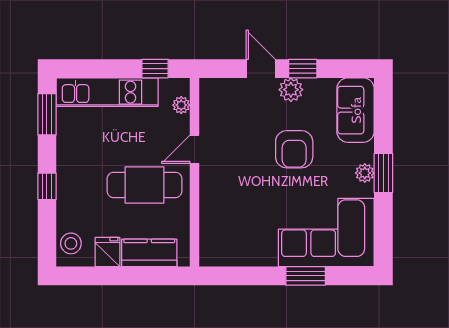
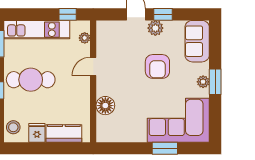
cafe table: (144, 185) -> (31, 80), moved
floor lamp: (213, 210) -> (105, 106), added

